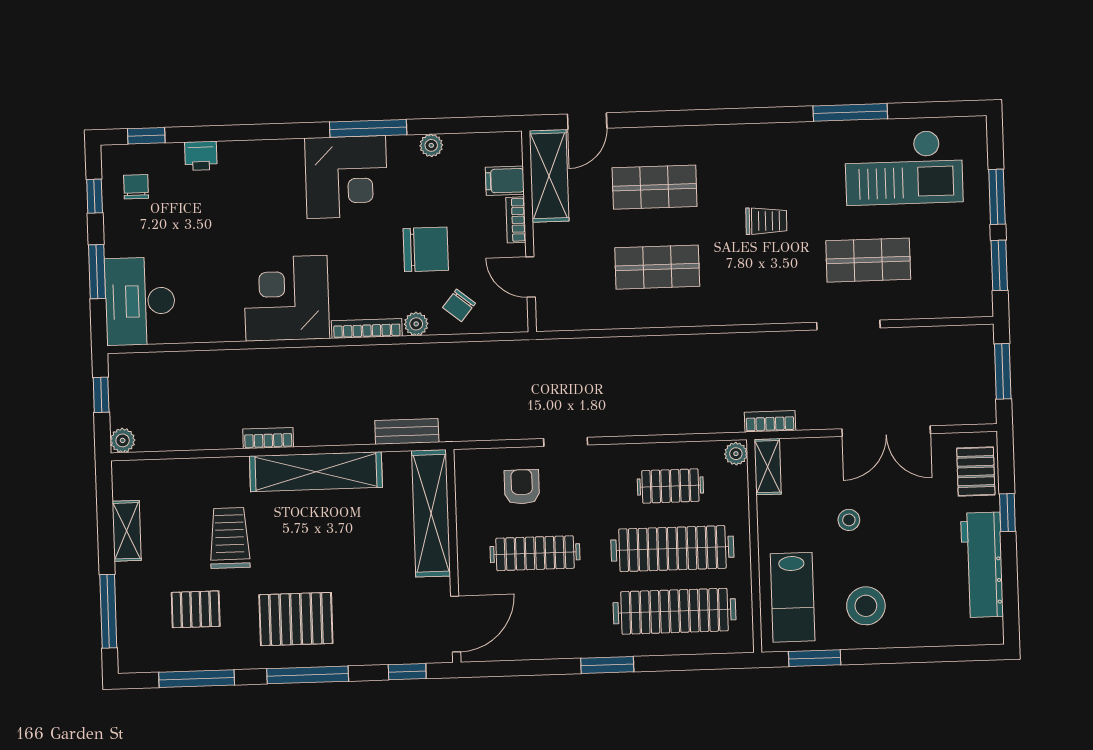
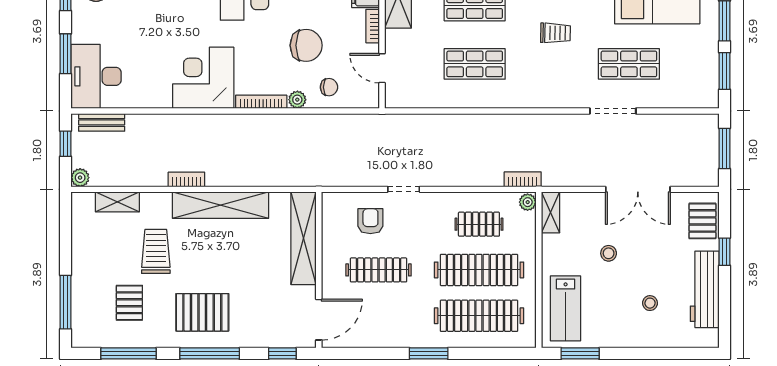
chair: (459, 305) -> (329, 87), turned -129
bookcase: (770, 421) -> (523, 179), moved
bench: (407, 431) -> (102, 122), moved
shelving: (127, 531) -> (117, 202), moved, turned 90
stool: (866, 606) -> (650, 303), moved, width x0.53, depth x0.53
pallet: (196, 609) -> (129, 303), turned 90

